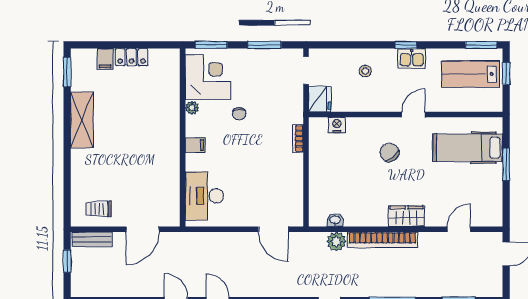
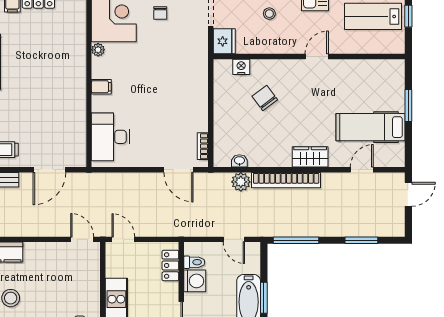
chair: (239, 114) -> (160, 13), moved
bookcase: (298, 139) -> (203, 146), moved
hospital bed: (468, 148) -> (371, 127), moved
chair: (389, 152) -> (265, 98), moved

